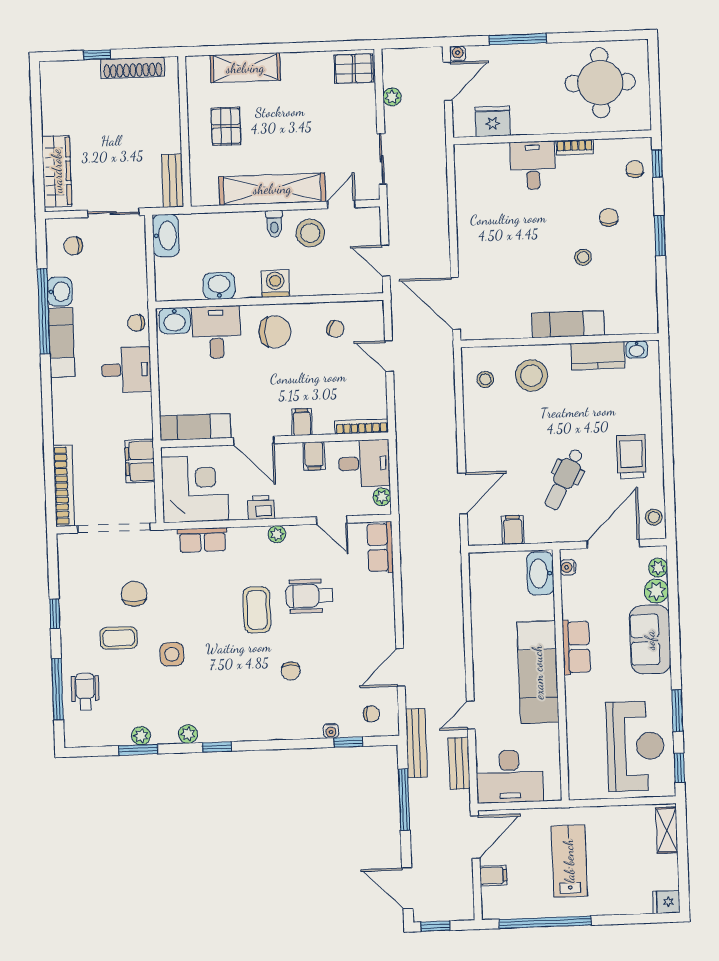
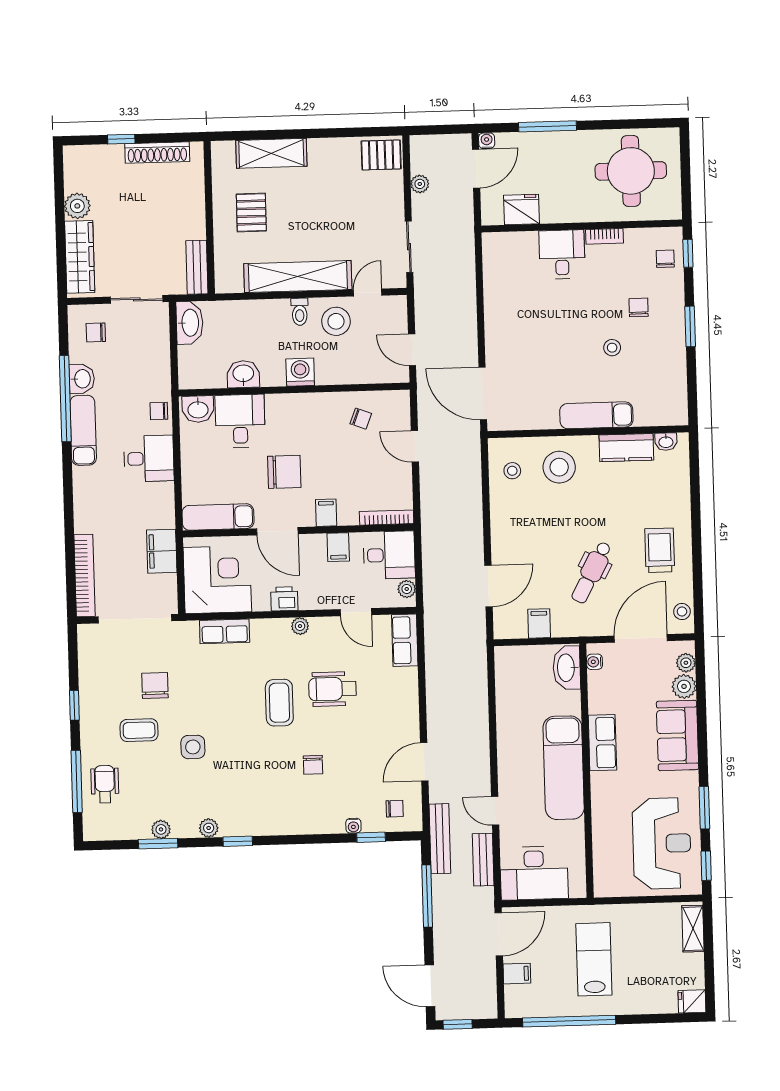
plant: (54, 121) -> (77, 206), added
chair: (275, 332) -> (284, 472), moved
door: (471, 715) -> (495, 811), hinge flipped

